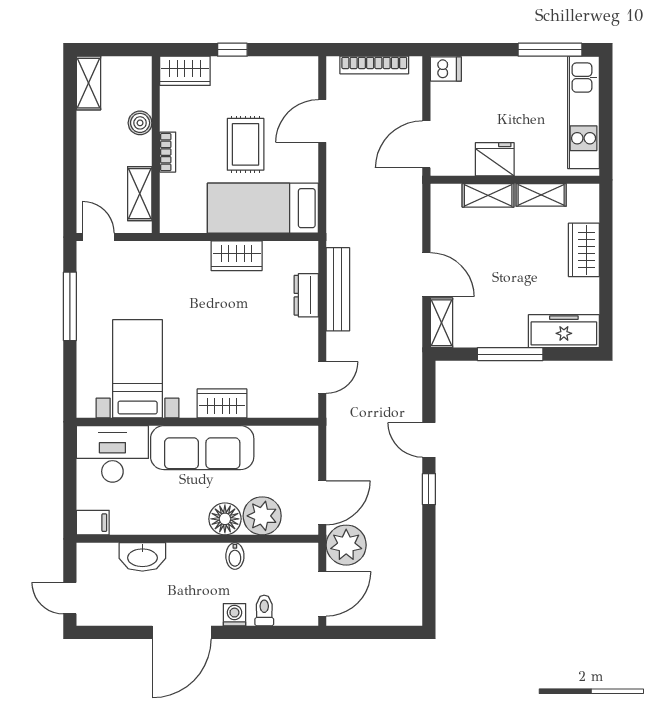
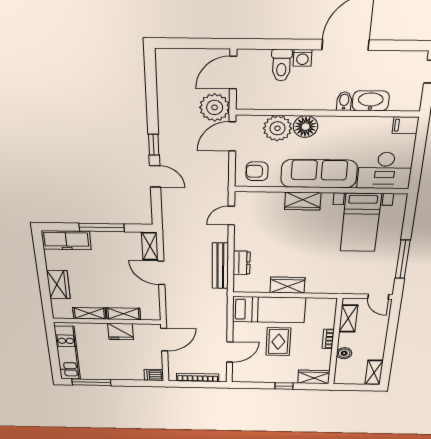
armchair: (288, 450) -> (257, 171), added
bidet: (235, 556) -> (344, 101), moved
toilet: (264, 611) -> (281, 65), width x1.37, depth x1.39

